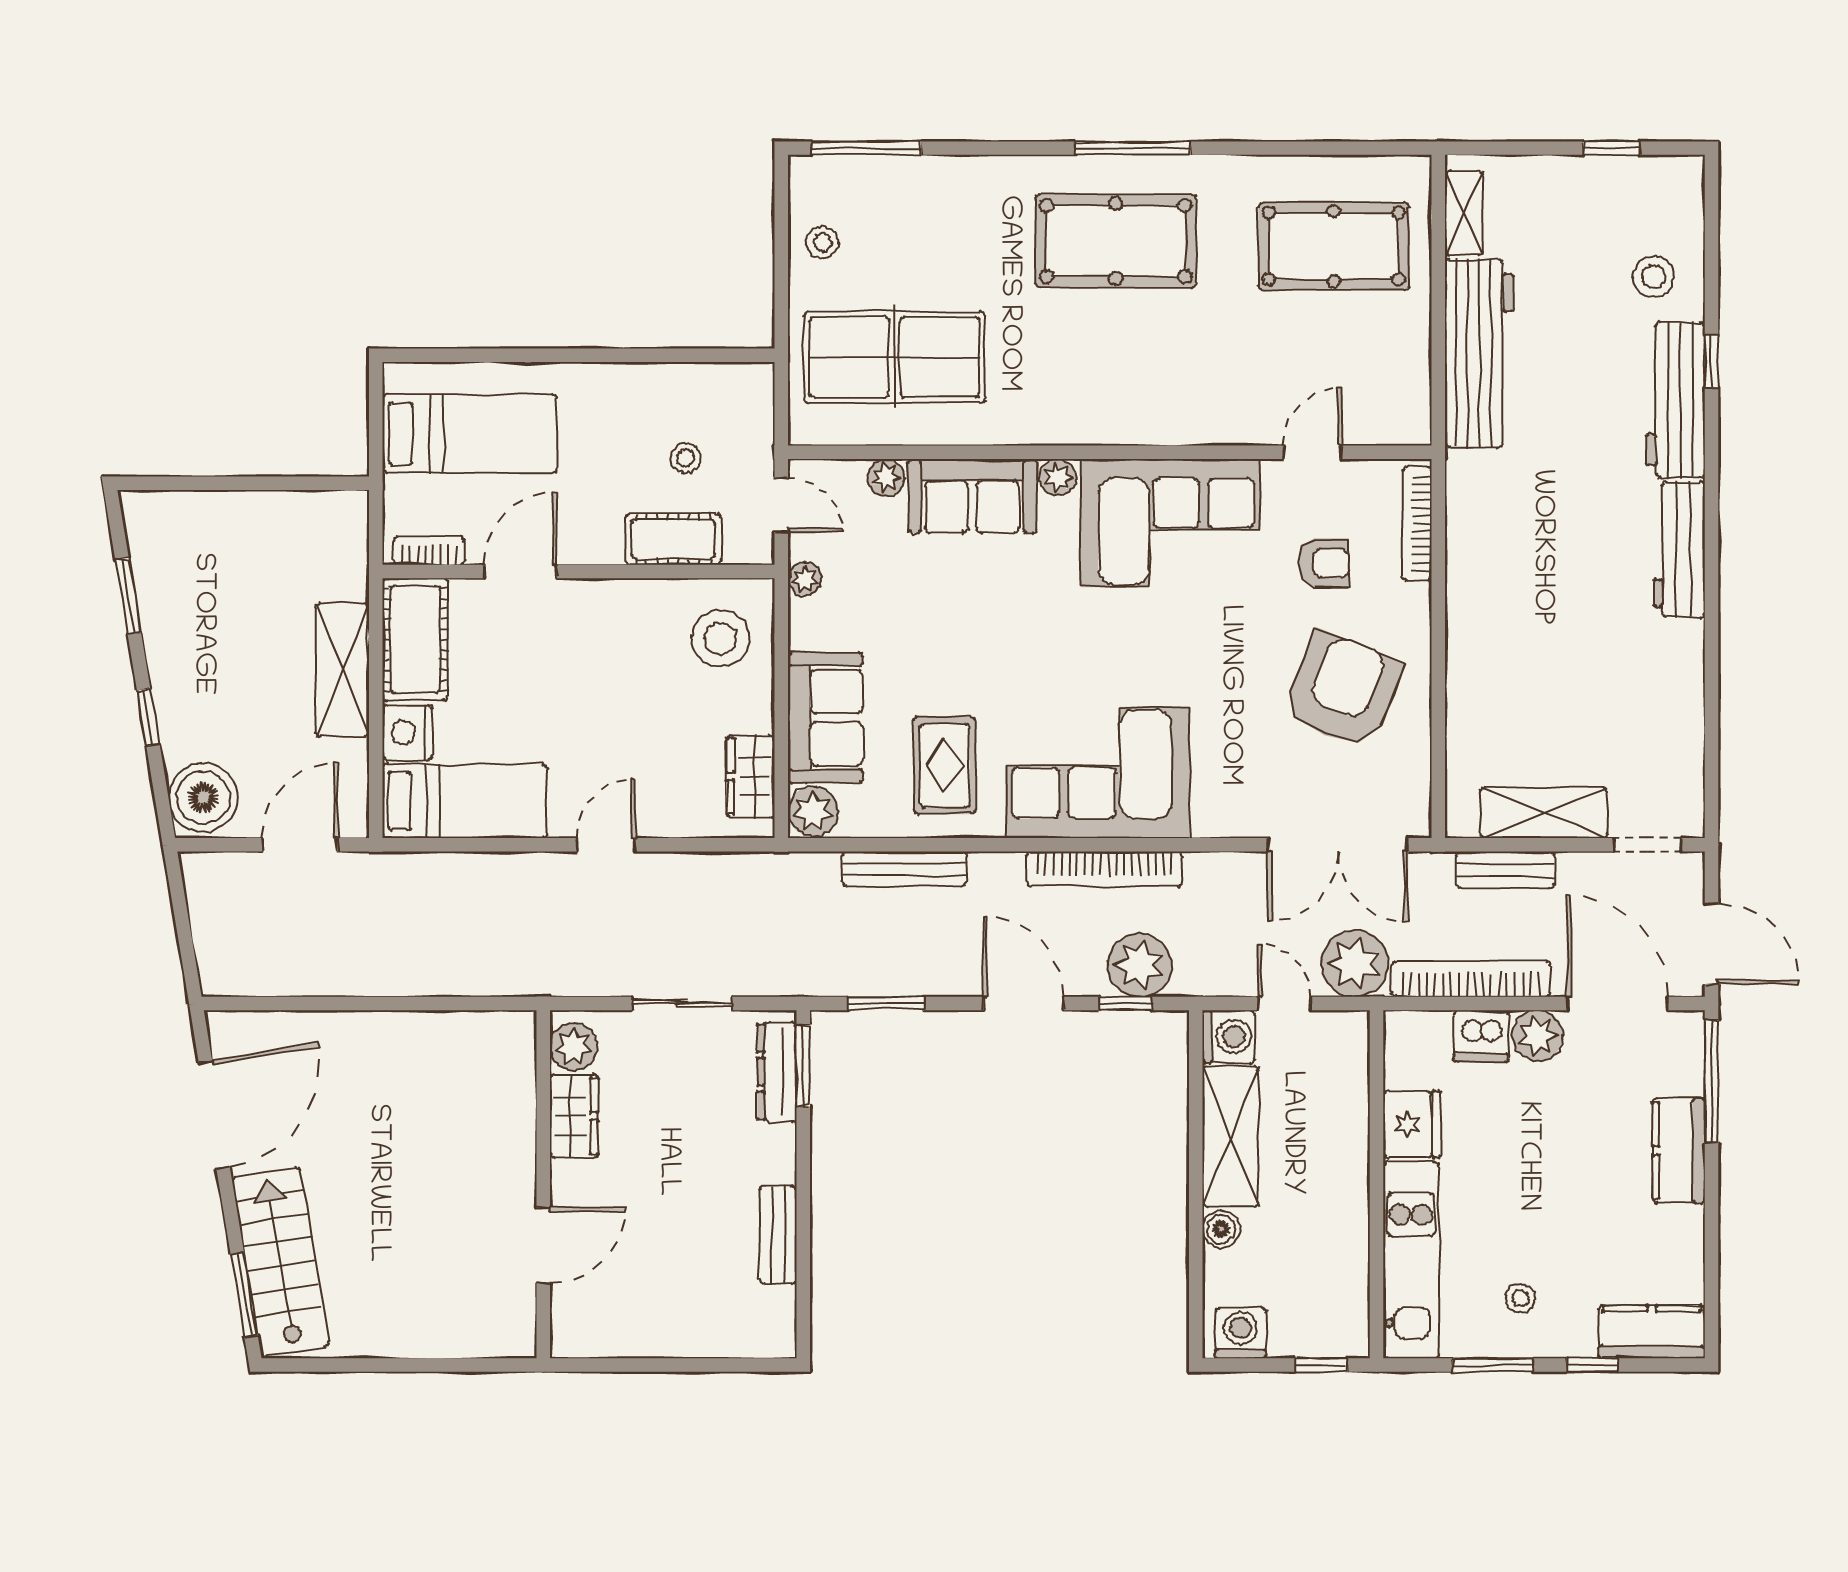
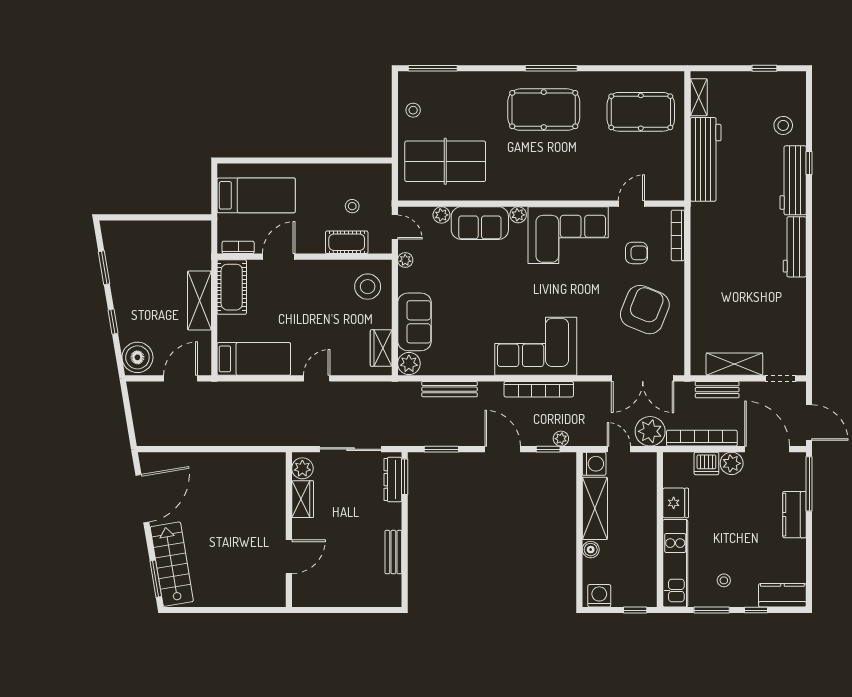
nightstand: (407, 733) -> (228, 328), removed
rug: (945, 765) -> (468, 343), removed
plant: (1139, 965) -> (561, 439), width x0.53, depth x0.53
sliding door: (682, 1004) -> (351, 449), width x1.37

